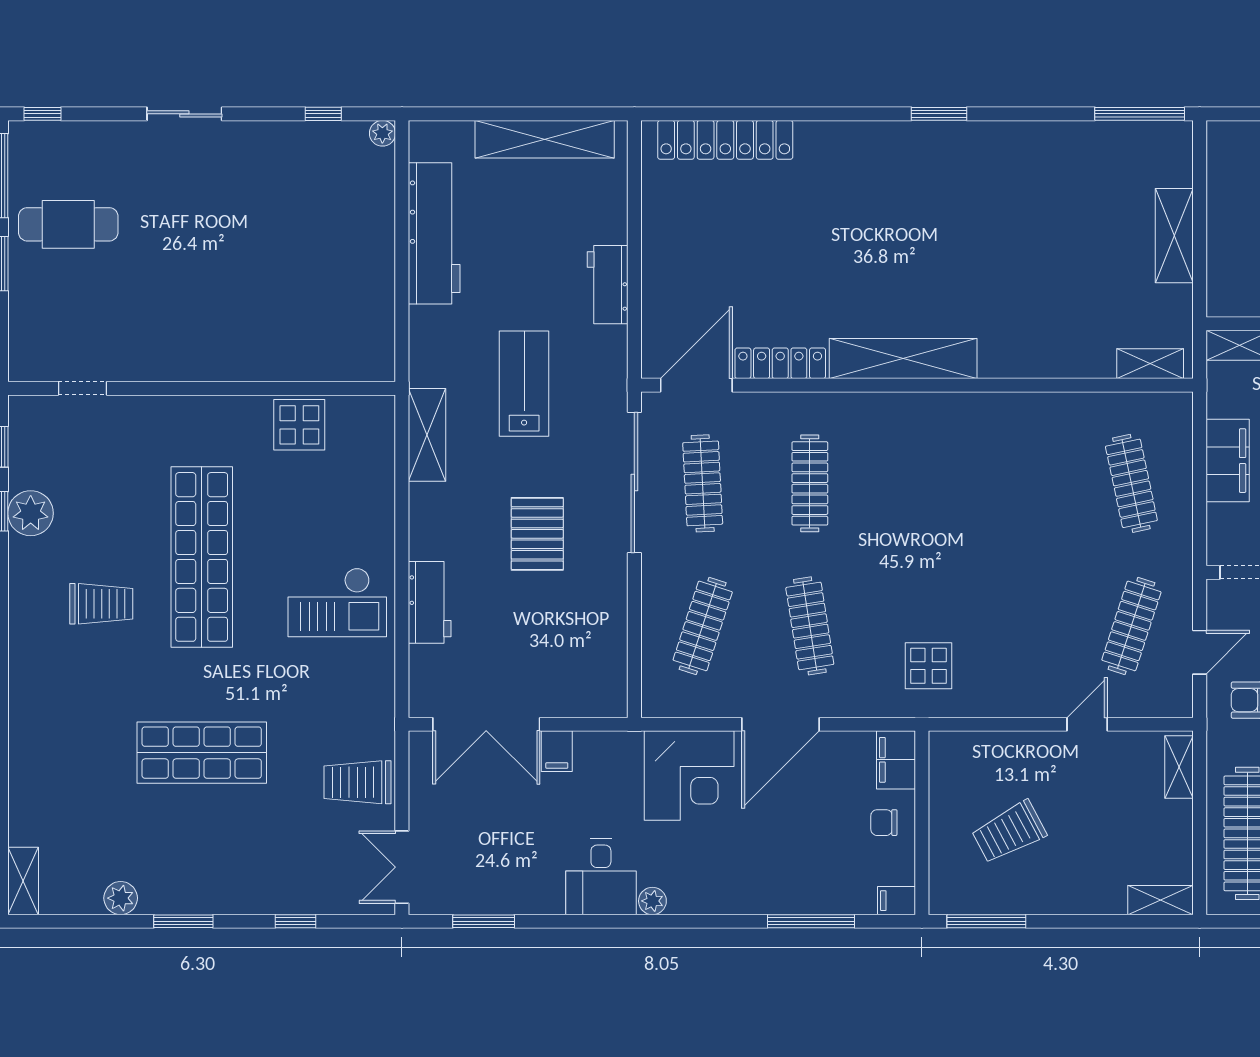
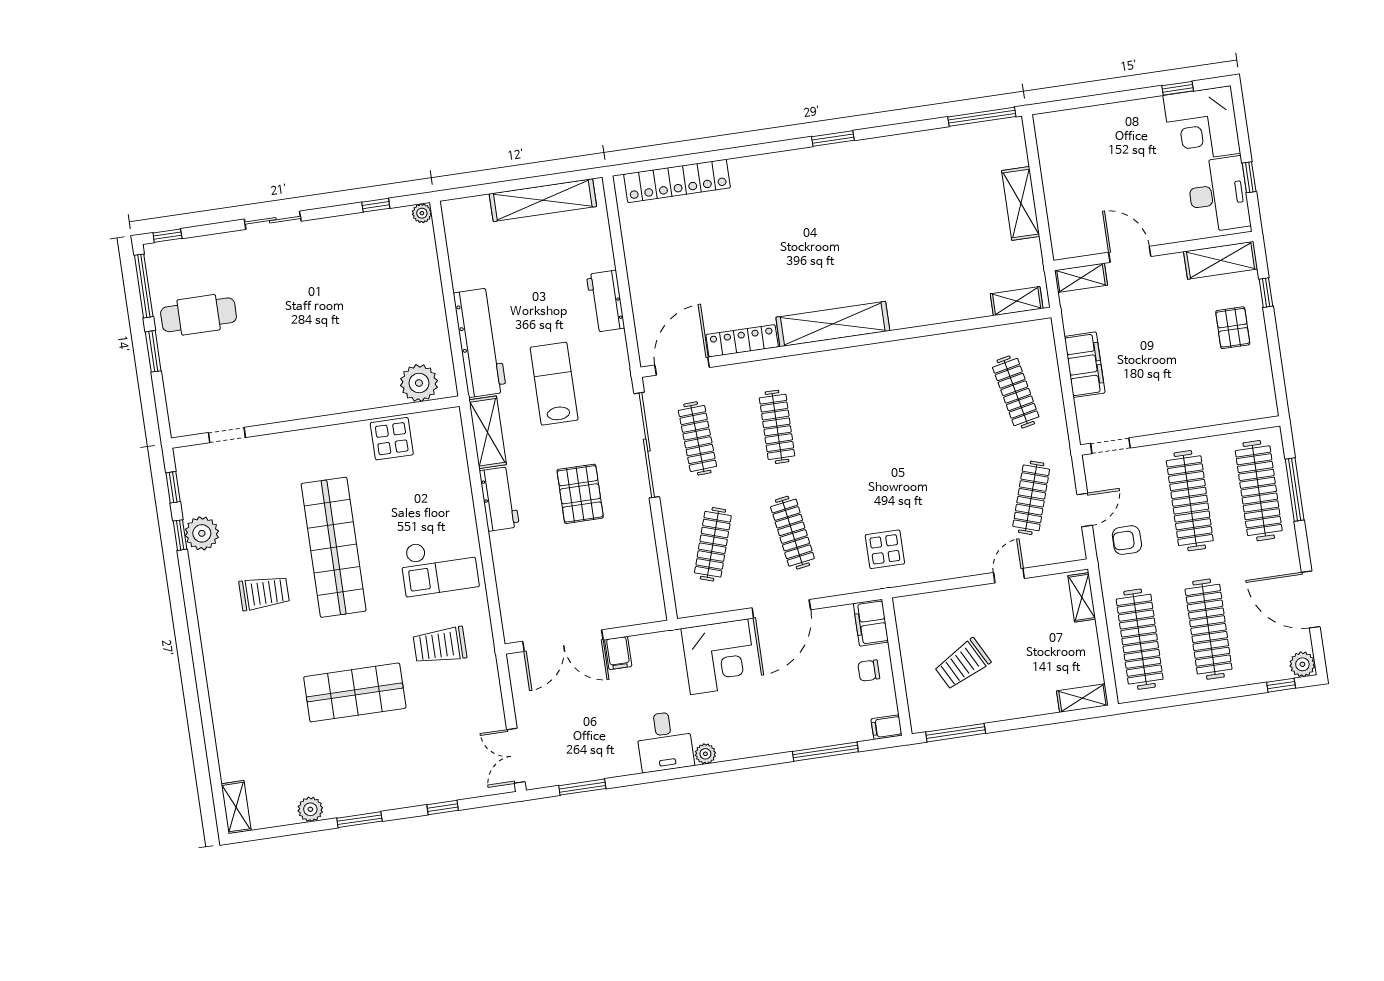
workbench: (434, 233) -> (480, 343), moved
plant: (346, 357) -> (419, 383), added
workbench: (430, 602) -> (499, 499), moved
trolley: (358, 782) -> (440, 645), moved

